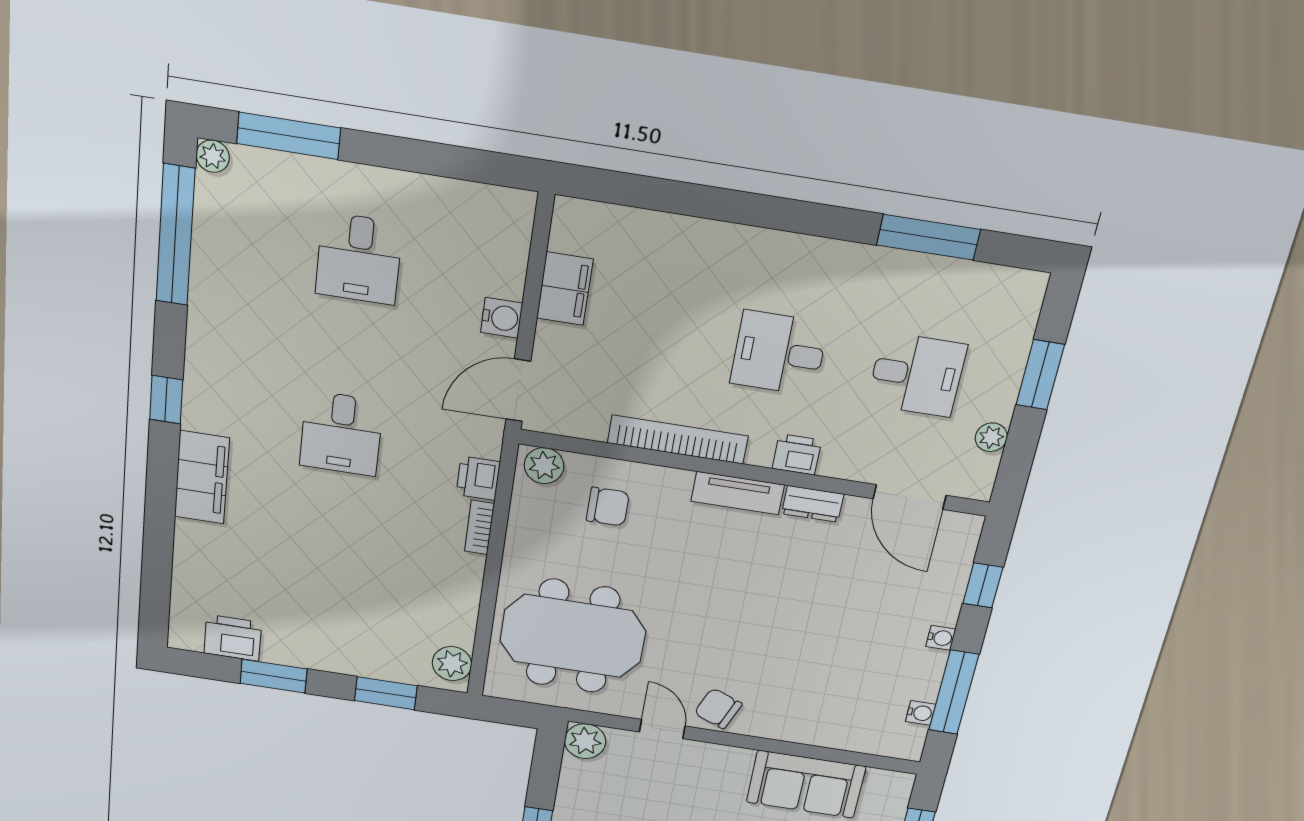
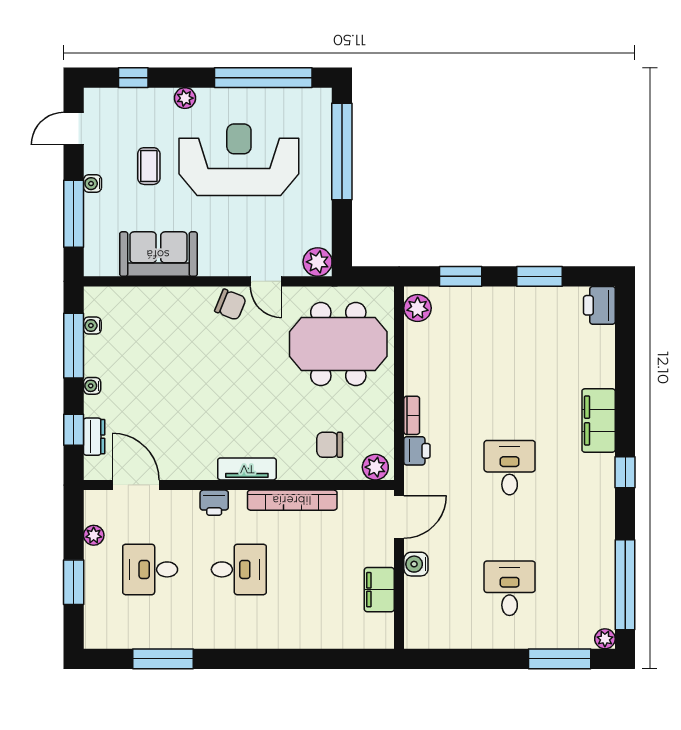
dresser: (813, 504) -> (94, 437), moved, turned 90
printer: (233, 638) -> (599, 305), moved, turned 90

